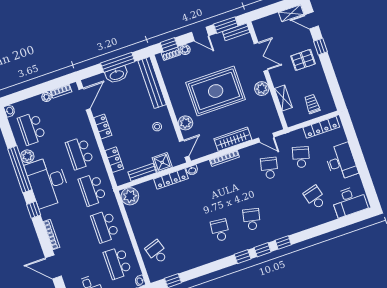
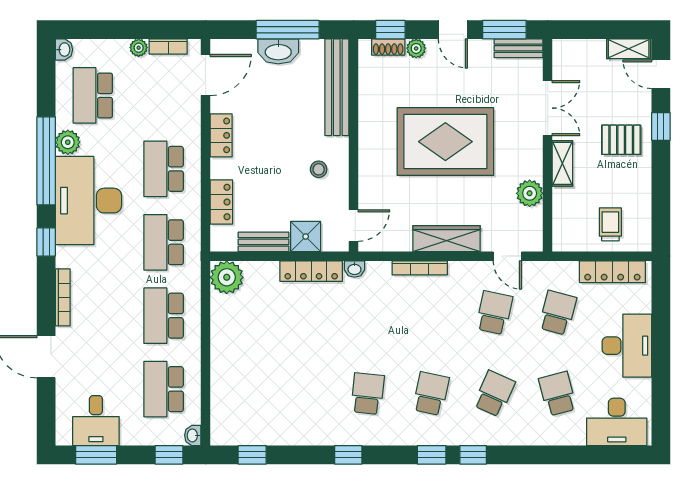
plant: (262, 89) -> (530, 193), moved
shelving: (283, 98) -> (562, 163), moved
plant: (185, 123) -> (372, 180), removed
school desk: (157, 252) -> (494, 394), moved, turned 42
window: (243, 257) -> (348, 455), moved

